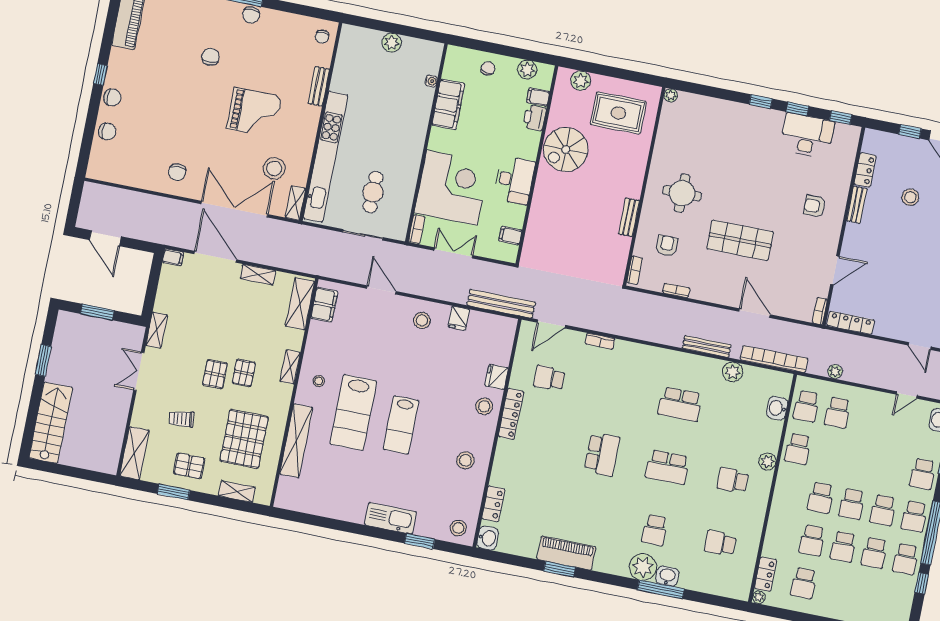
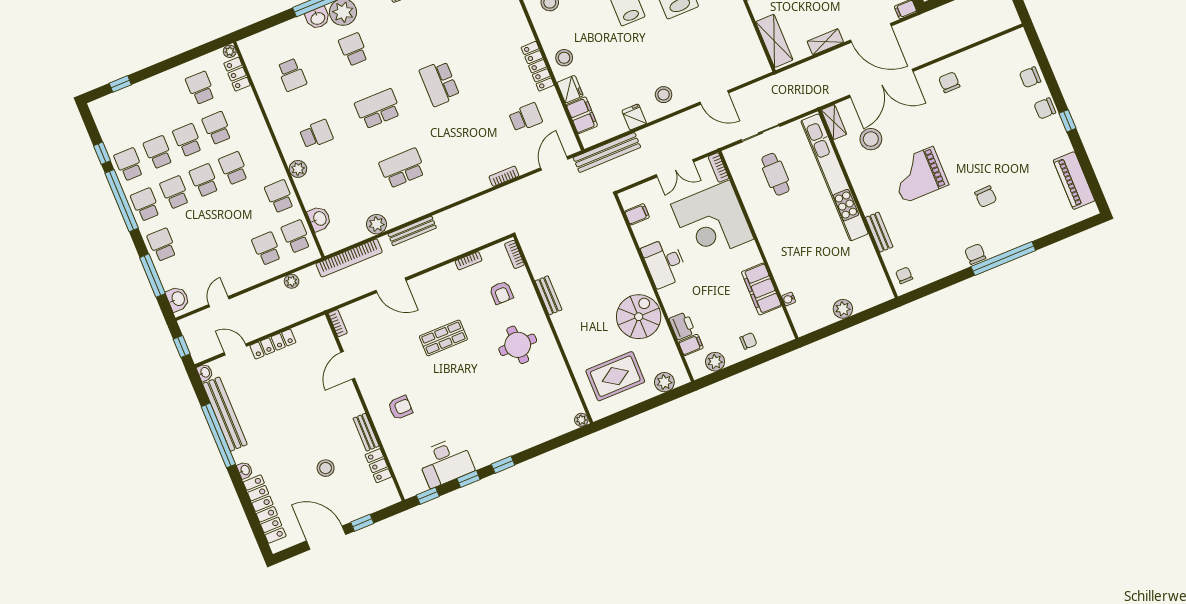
chair: (488, 68) -> (748, 341), turned -99
shop shelf: (740, 240) -> (443, 338), width x0.70, depth x0.74
filing cabinet: (324, 305) -> (582, 115), moved, turned 180
locker: (851, 323) -> (273, 344), moved
school desk: (720, 543) -> (292, 75), turned 90

